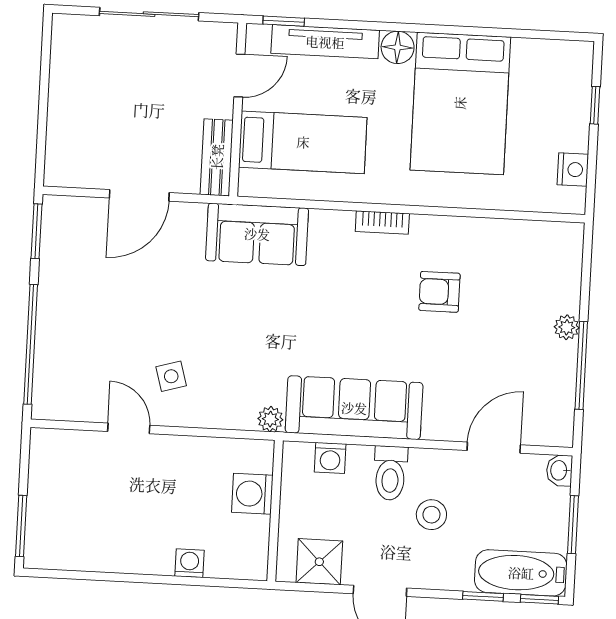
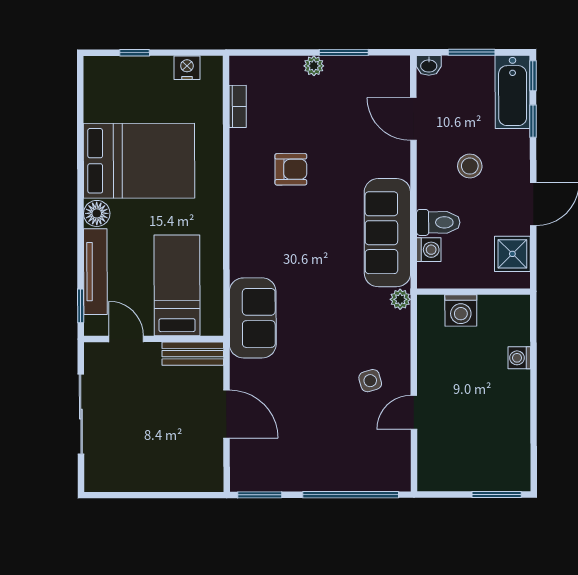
bookcase: (382, 223) -> (238, 106), moved
armchair: (439, 292) -> (291, 169), turned -90
window: (581, 365) -> (344, 52), width x0.69
toilet: (390, 473) -> (438, 222), moved

